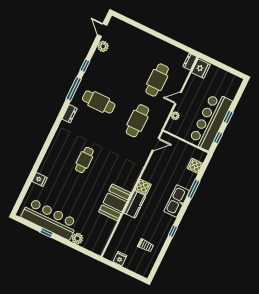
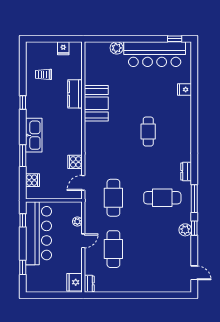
plant: (103, 46) -> (185, 230), moved
window: (228, 117) -> (23, 267), moved
cooker: (143, 187) -> (75, 162), moved
kitchen counter: (135, 204) -> (75, 94), moved
window: (47, 233) -> (175, 39), moved

